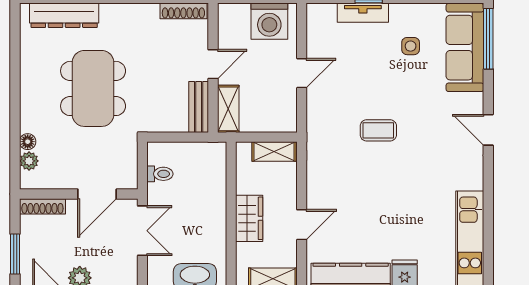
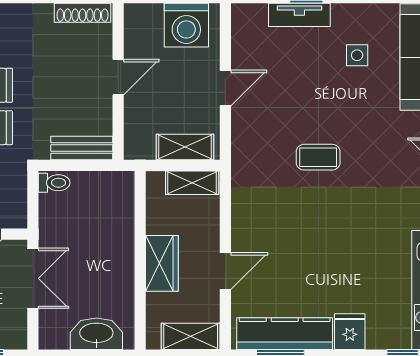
bench: (199, 107) -> (82, 148), moved, turned 90
shelving: (228, 109) -> (185, 147), moved, turned 90
toilet: (160, 174) -> (54, 183), moved

